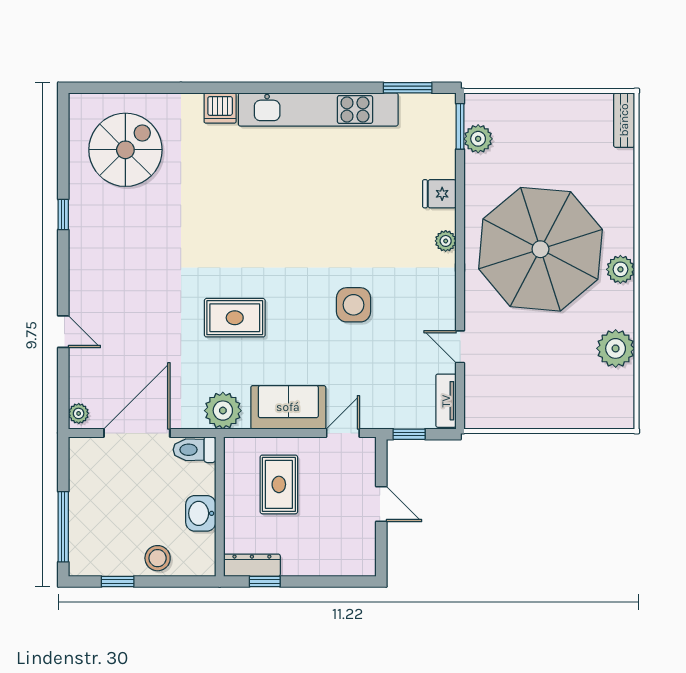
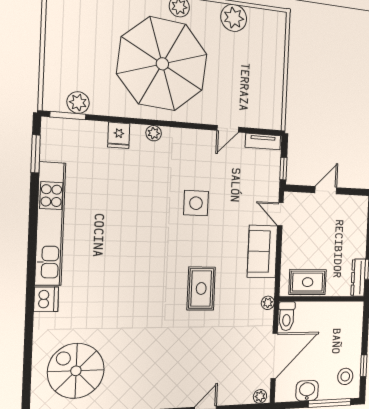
plant: (223, 411) -> (268, 303), width x0.53, depth x0.53
door: (137, 433) -> (274, 356), swing flipped
rug: (279, 484) -> (308, 282), moved
washbasin: (201, 513) -> (307, 391), moved, turned 180
stool: (158, 558) -> (345, 376), moved

